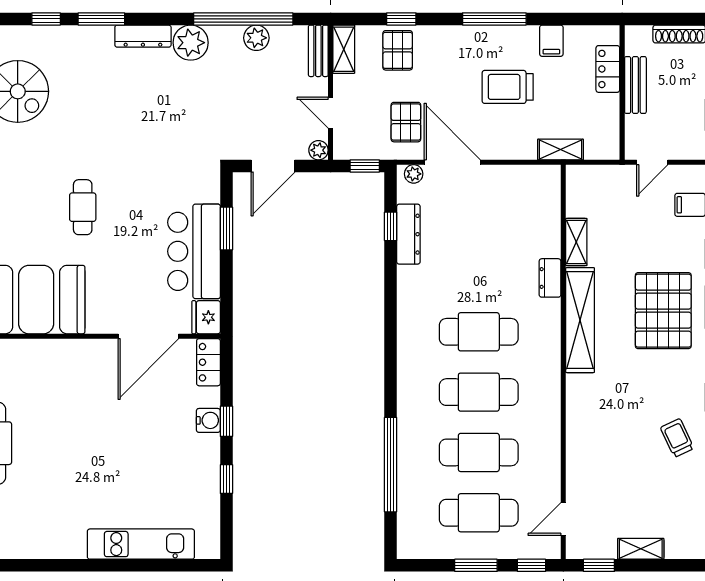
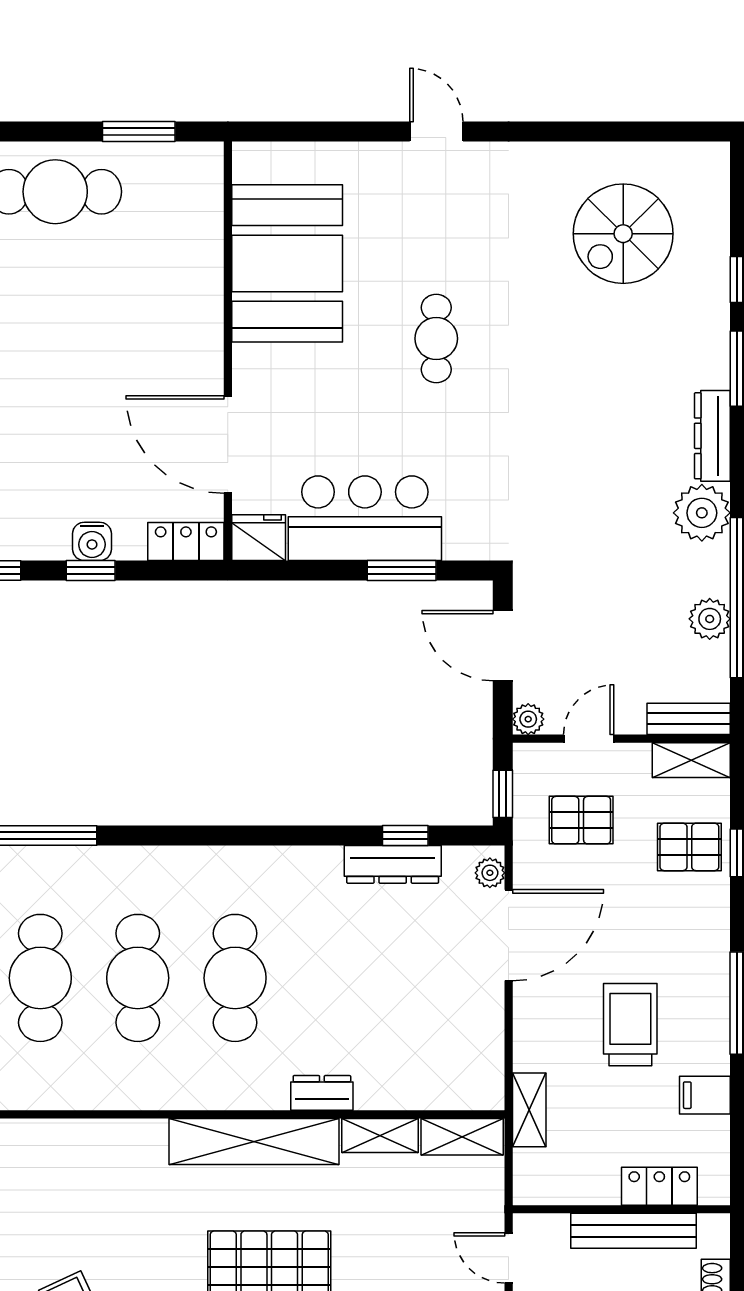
bench: (635, 85) -> (633, 1231), width x1.36
pallet: (406, 122) -> (581, 820), moved
shelving: (577, 191) -> (462, 1137), added
cafe table: (83, 207) -> (436, 339), turned 90

